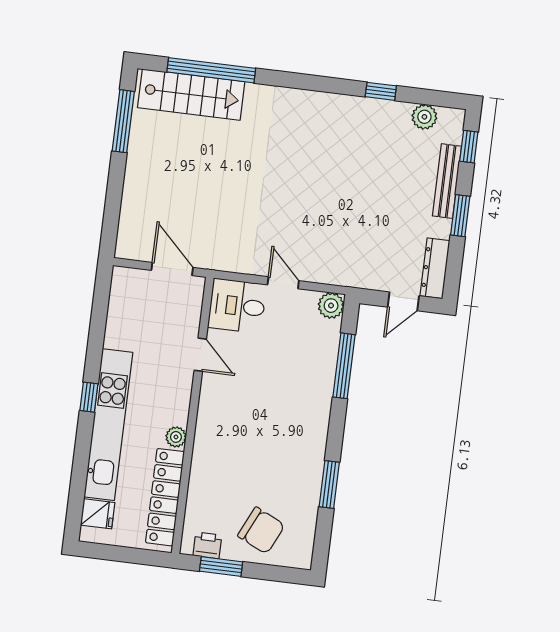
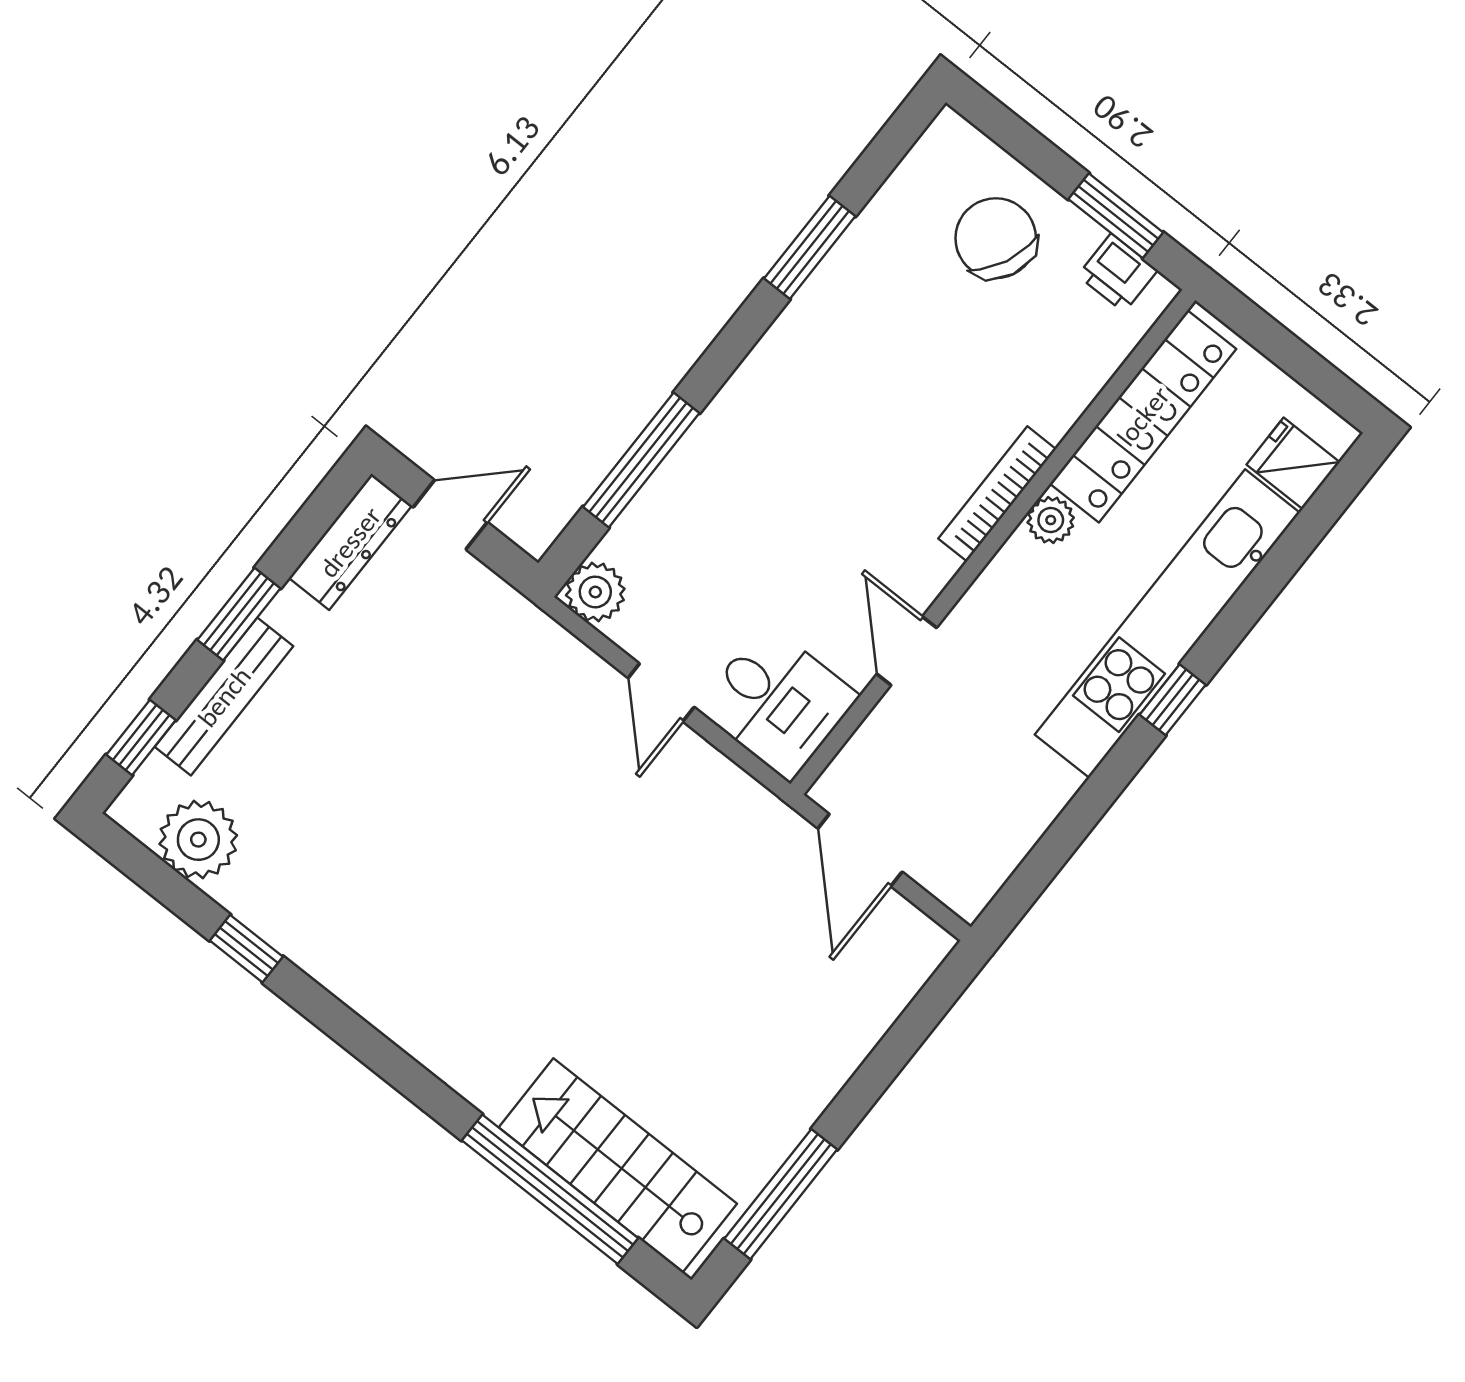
plant: (424, 117) -> (198, 840), width x1.36, depth x1.36
bookcase: (202, 435) -> (997, 494), added

